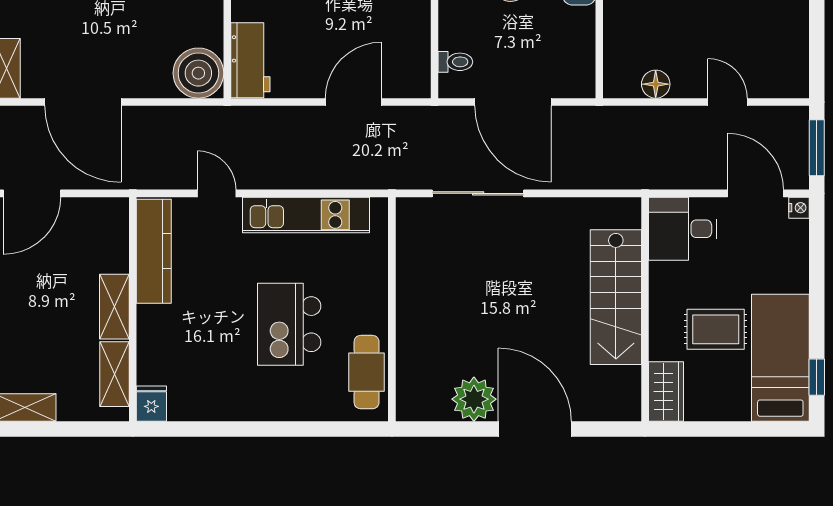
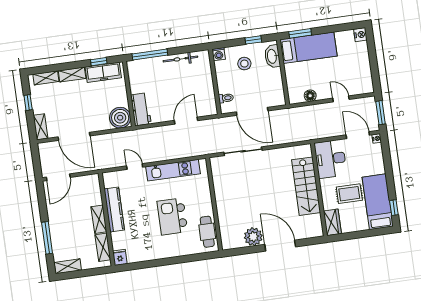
desk: (683, 229) -> (330, 159), width x1.37
kitchen counter: (154, 251) -> (114, 210), moved

